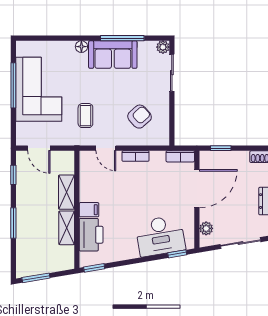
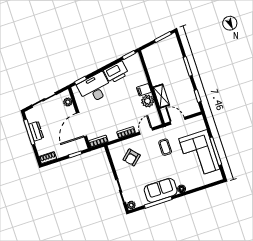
door: (39, 148) -> (178, 121), moved
door: (106, 148) -> (146, 131), hinge flipped
plant: (89, 191) -> (148, 101), added
shelving: (67, 228) -> (154, 74), removed
printer: (91, 235) -> (116, 72), moved, turned -100

